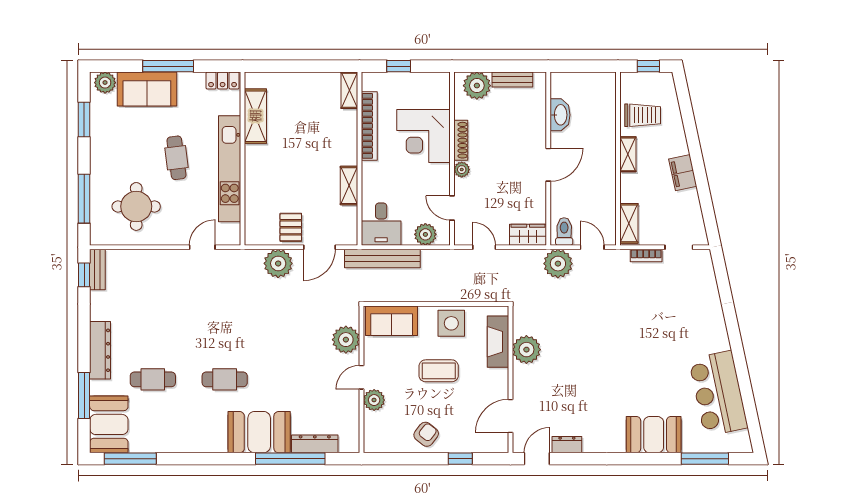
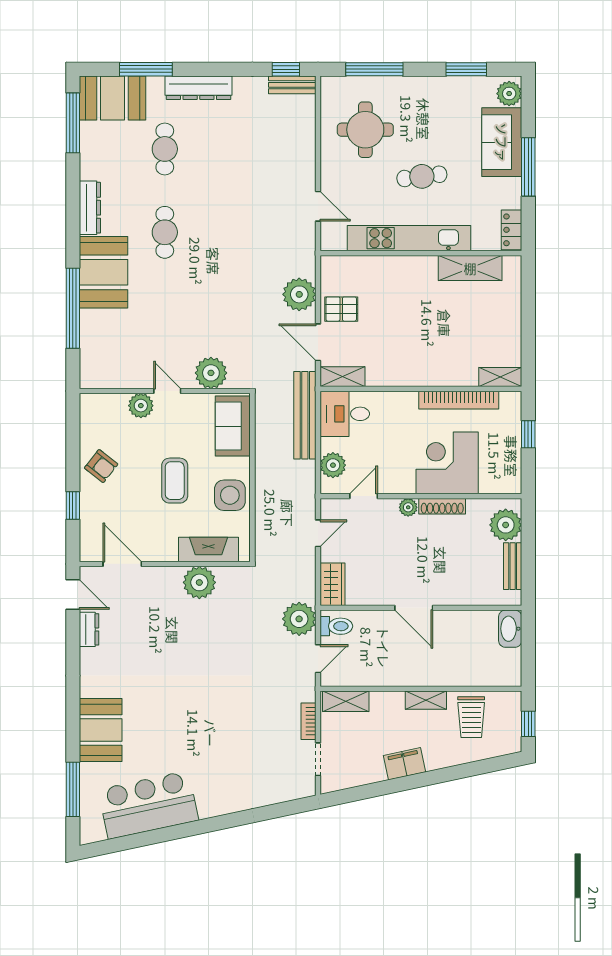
washbasin: (560, 115) -> (510, 629), moved, turned 90
shelving: (349, 186) -> (343, 377), moved
dresser: (315, 444) -> (90, 208), moved

